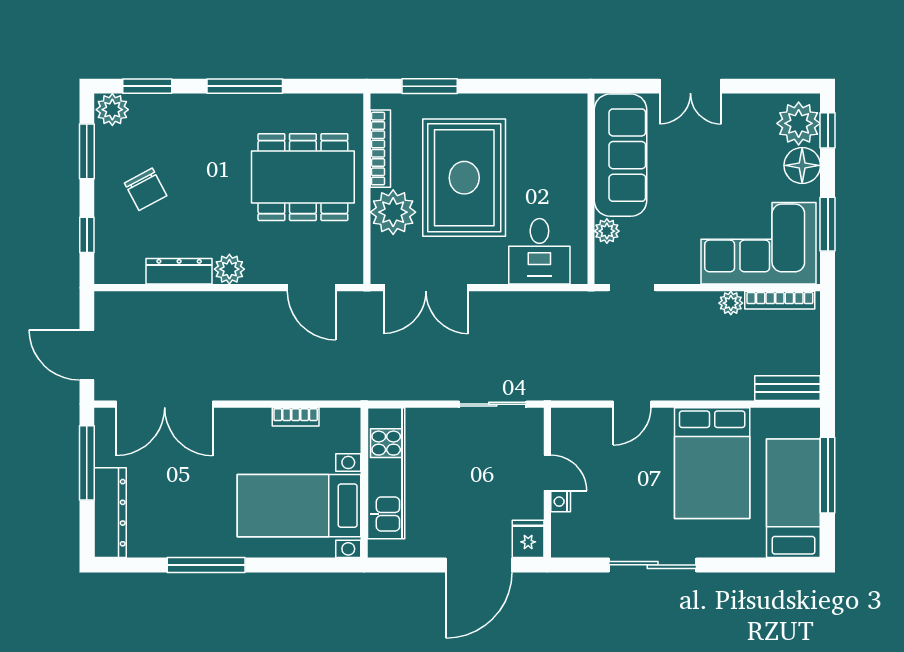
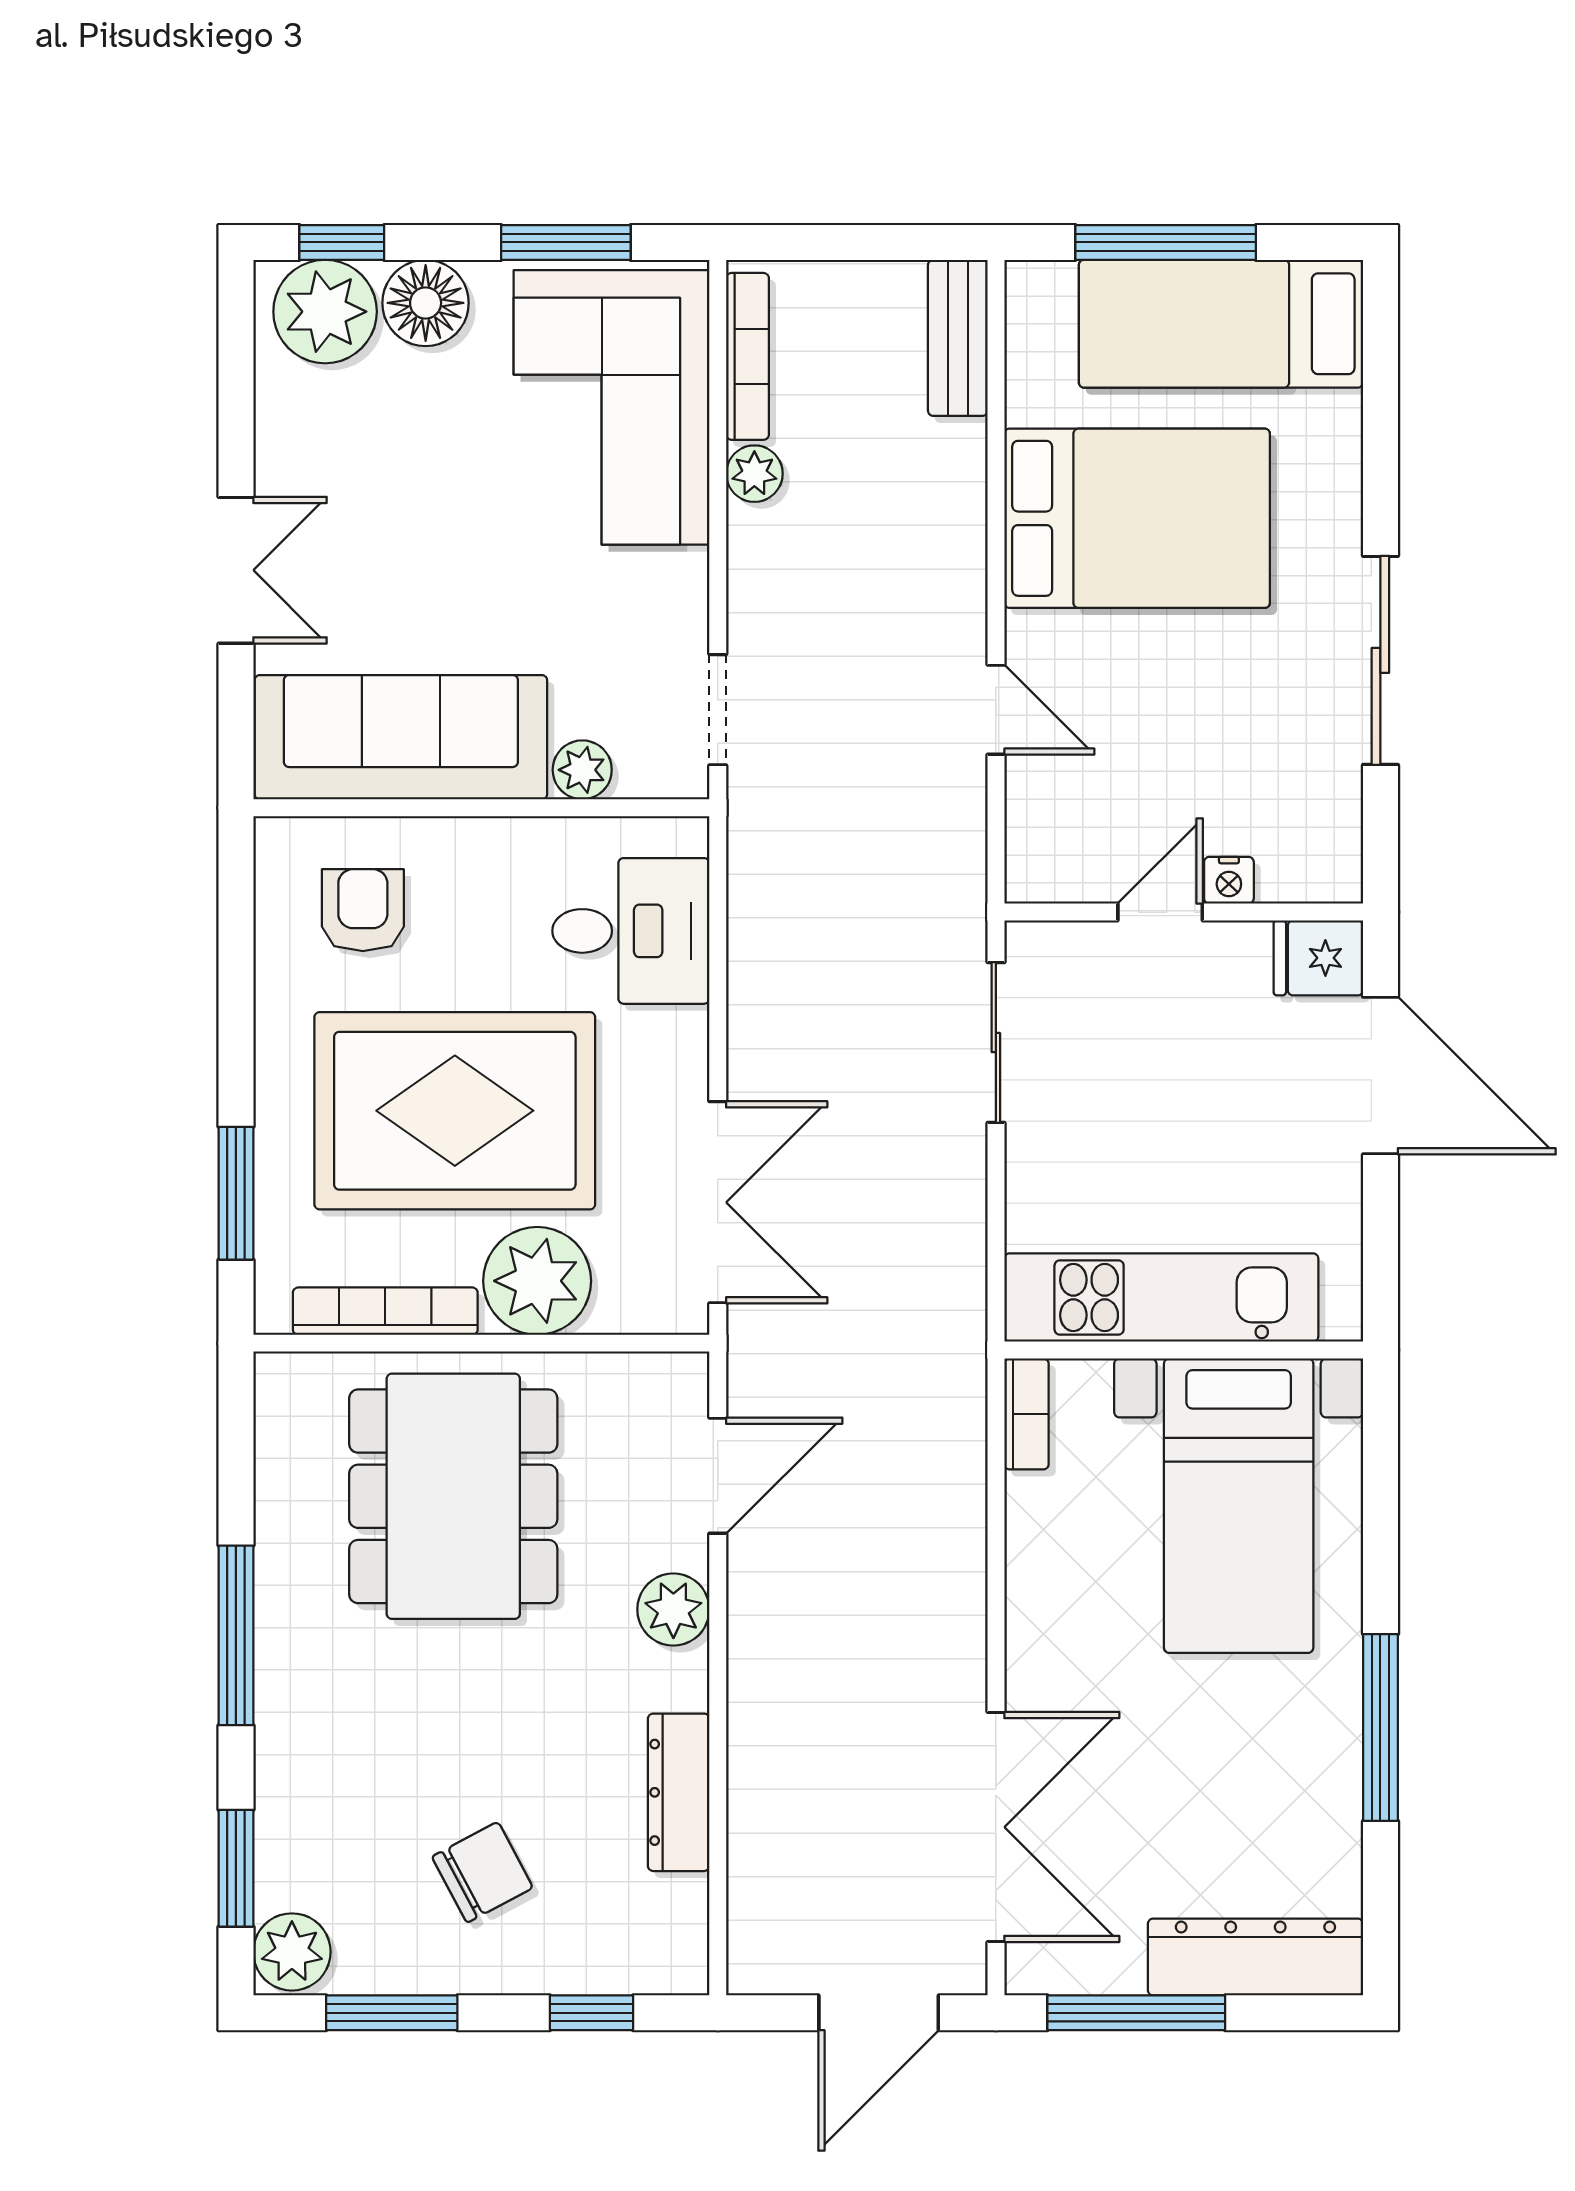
armchair: (548, 139) -> (363, 910), added
plant: (229, 269) -> (673, 1610), moved
bookcase: (296, 417) -> (1026, 1414), moved

